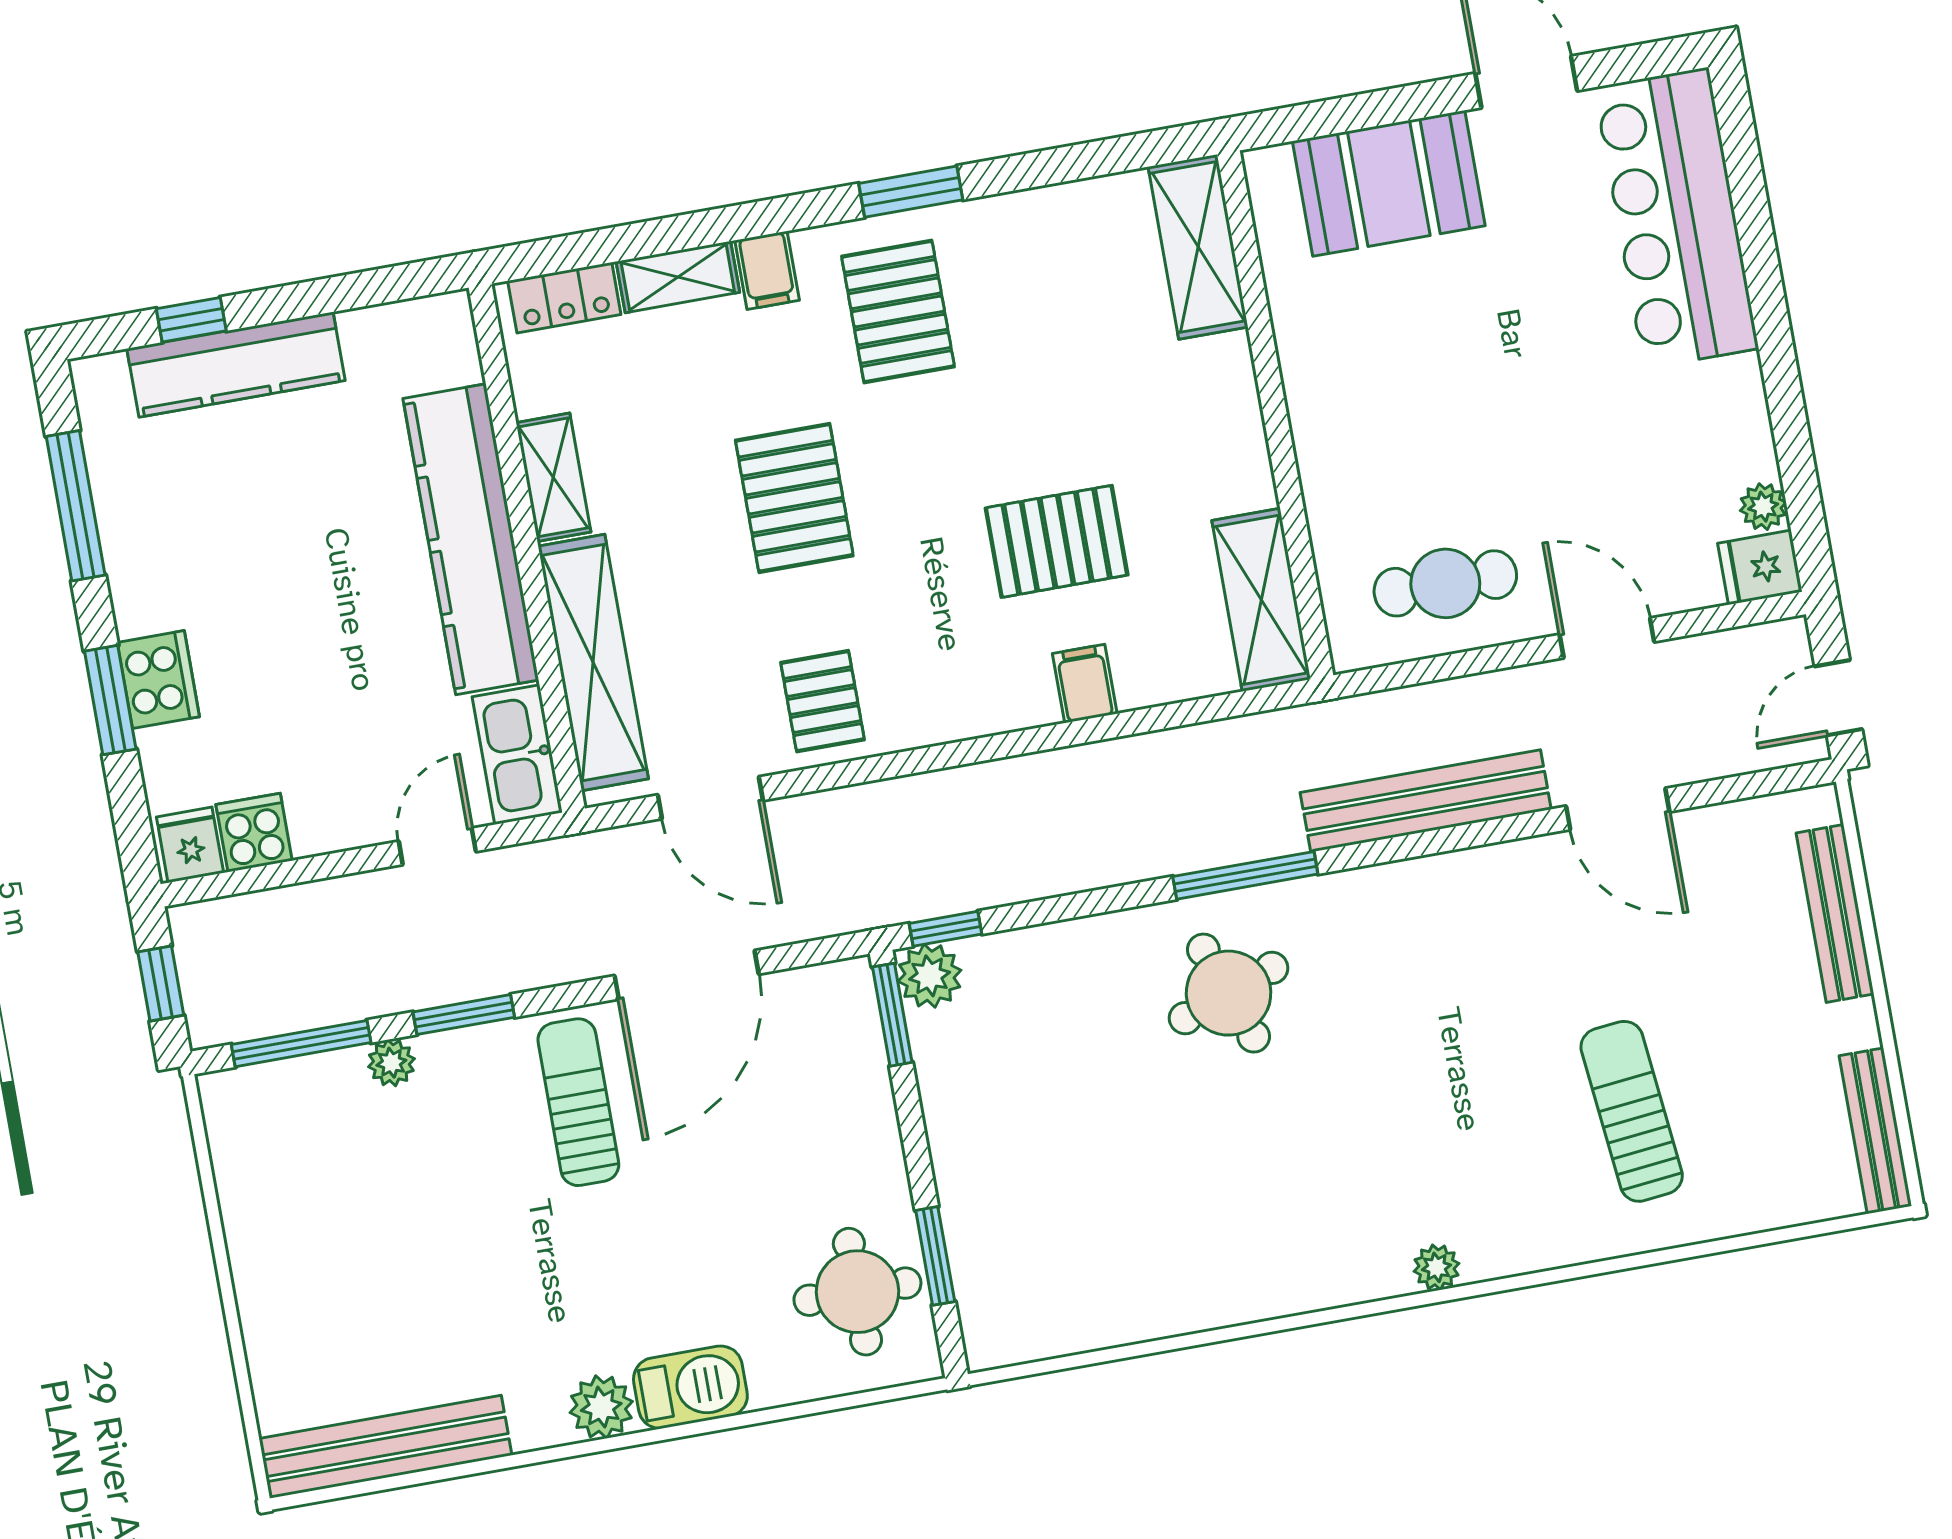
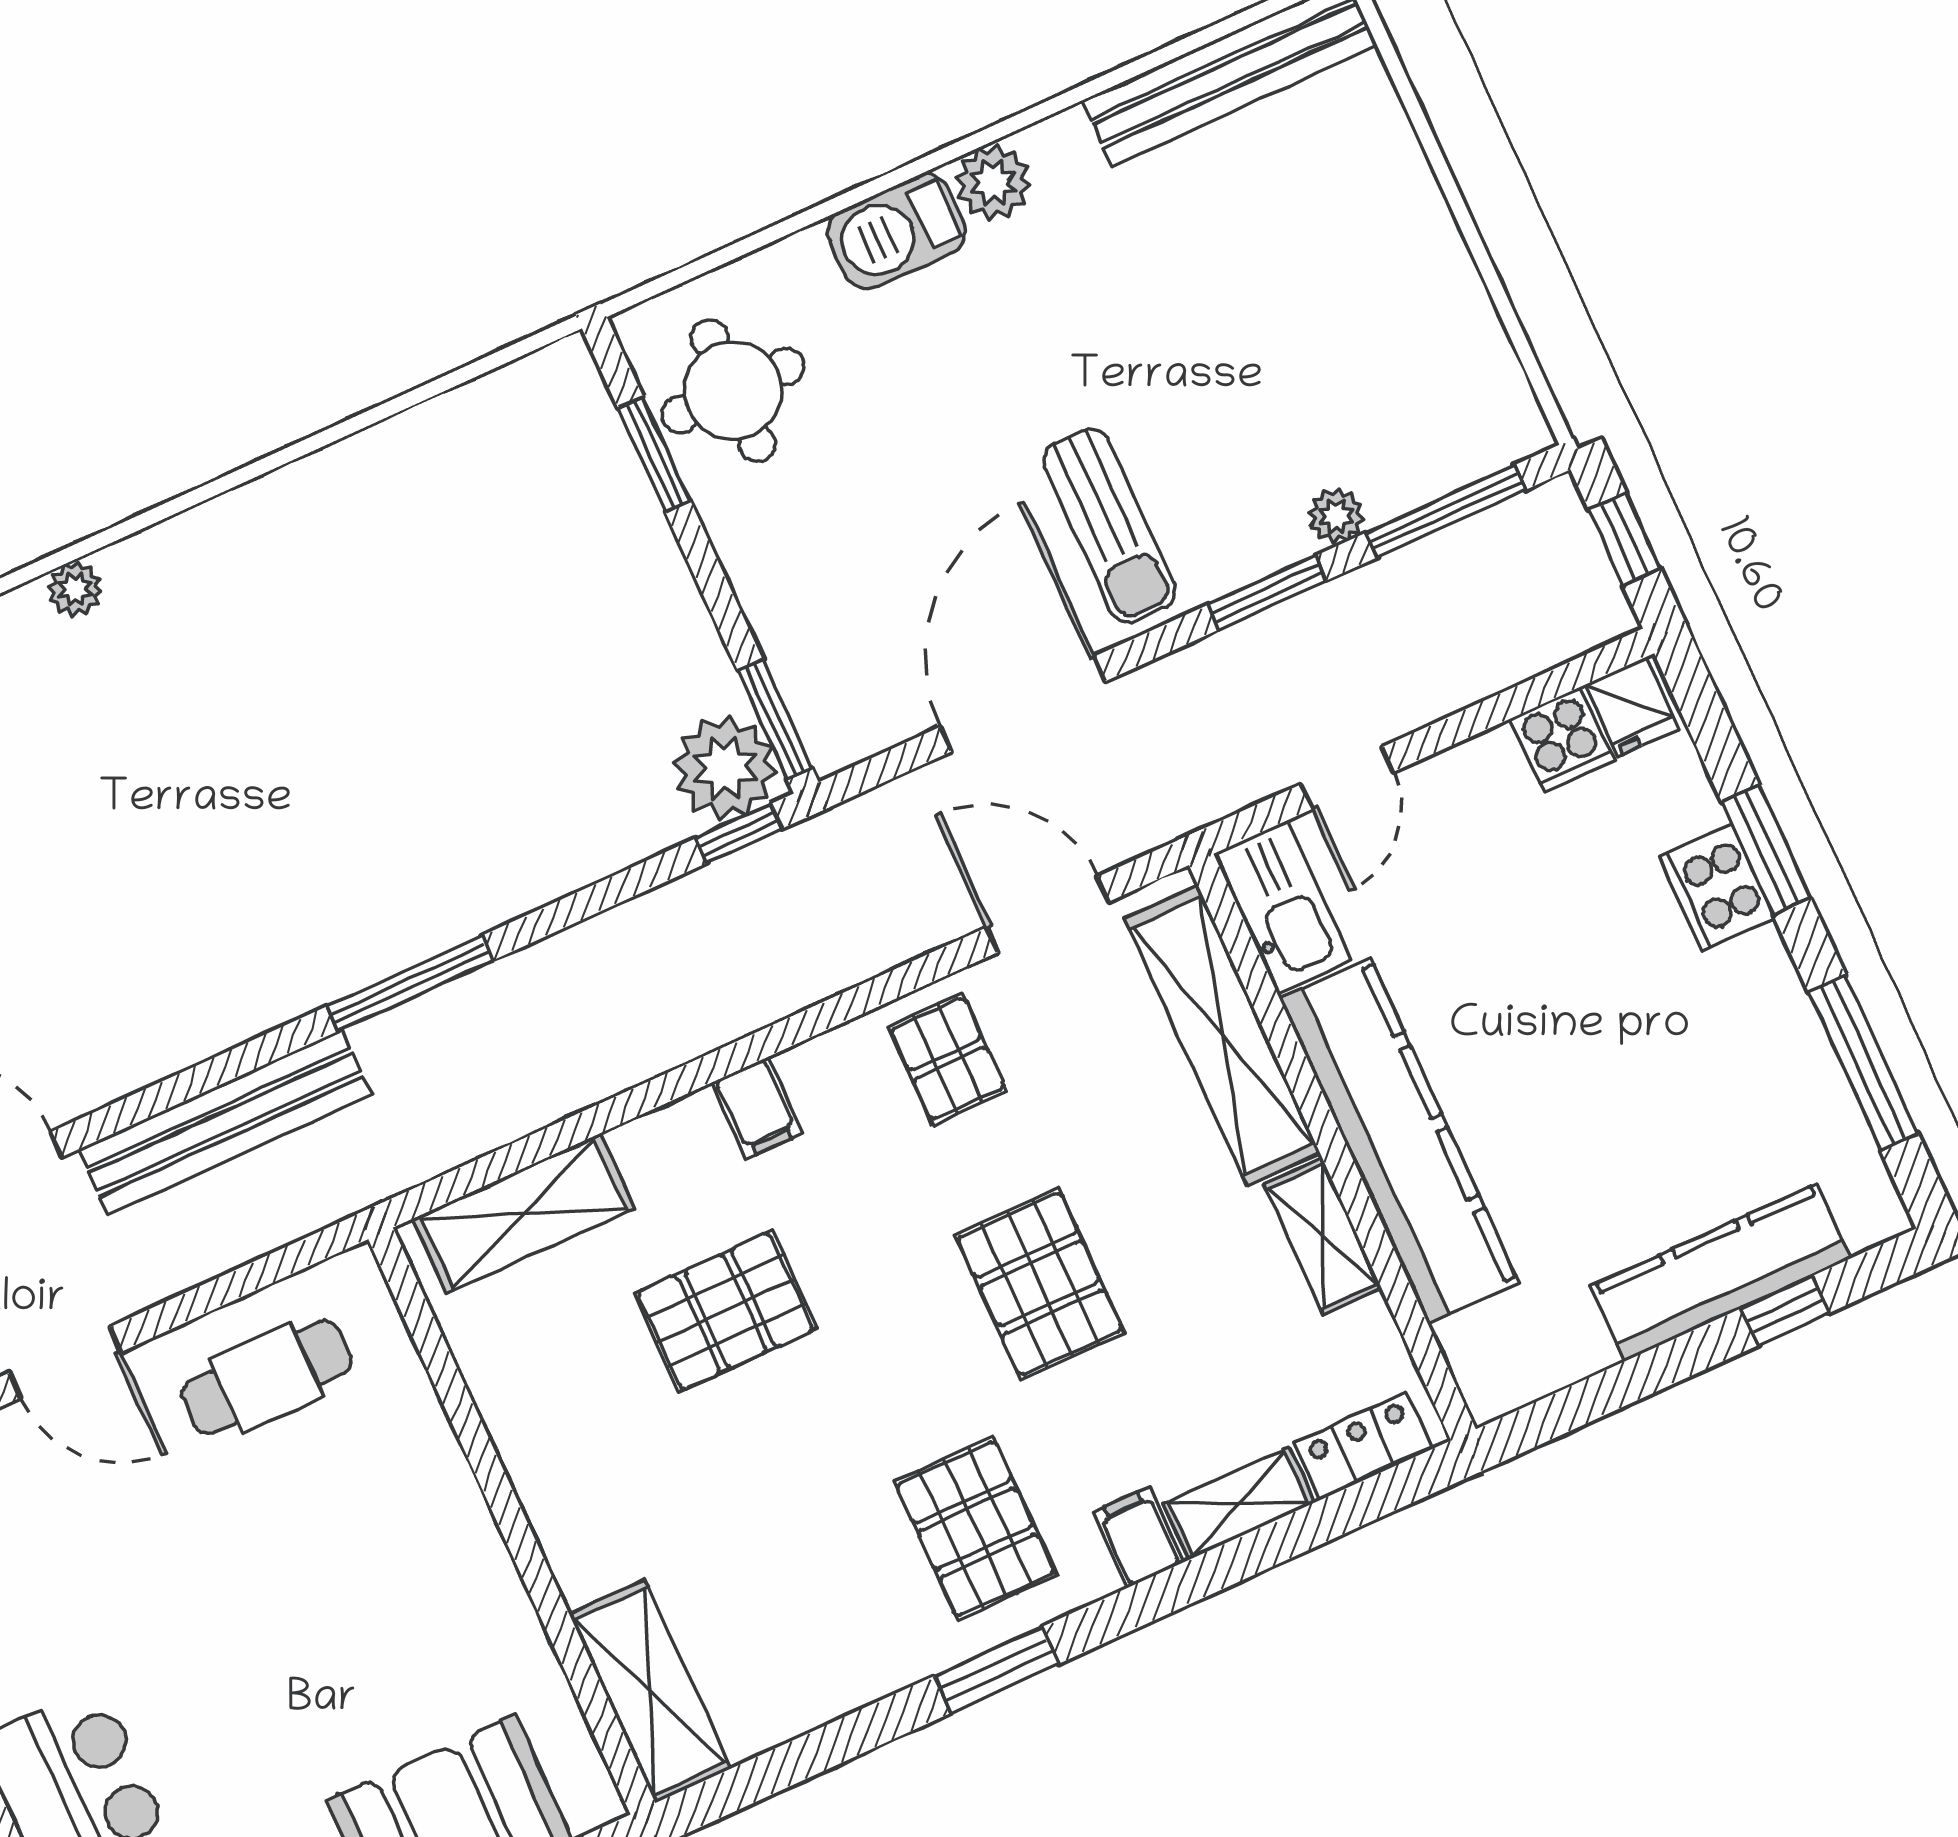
shelving: (1261, 600) -> (524, 1213), moved, turned 90
filing cabinet: (1085, 684) -> (757, 1108), moved
plant: (930, 976) -> (725, 768), width x1.36, depth x1.36
round table: (1229, 993) -> (395, 843), removed

